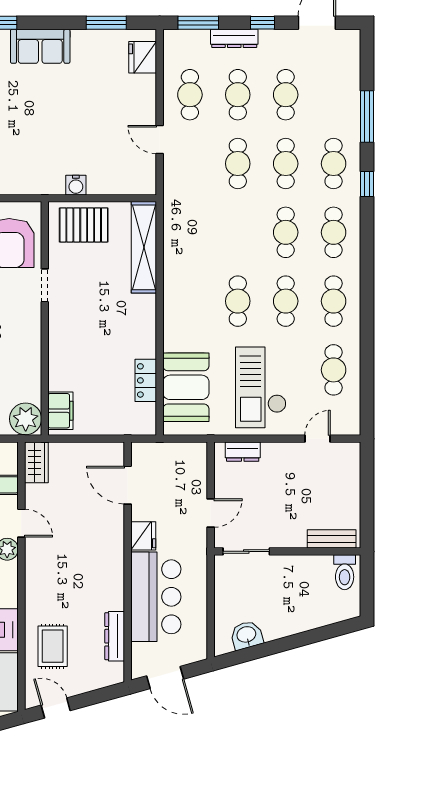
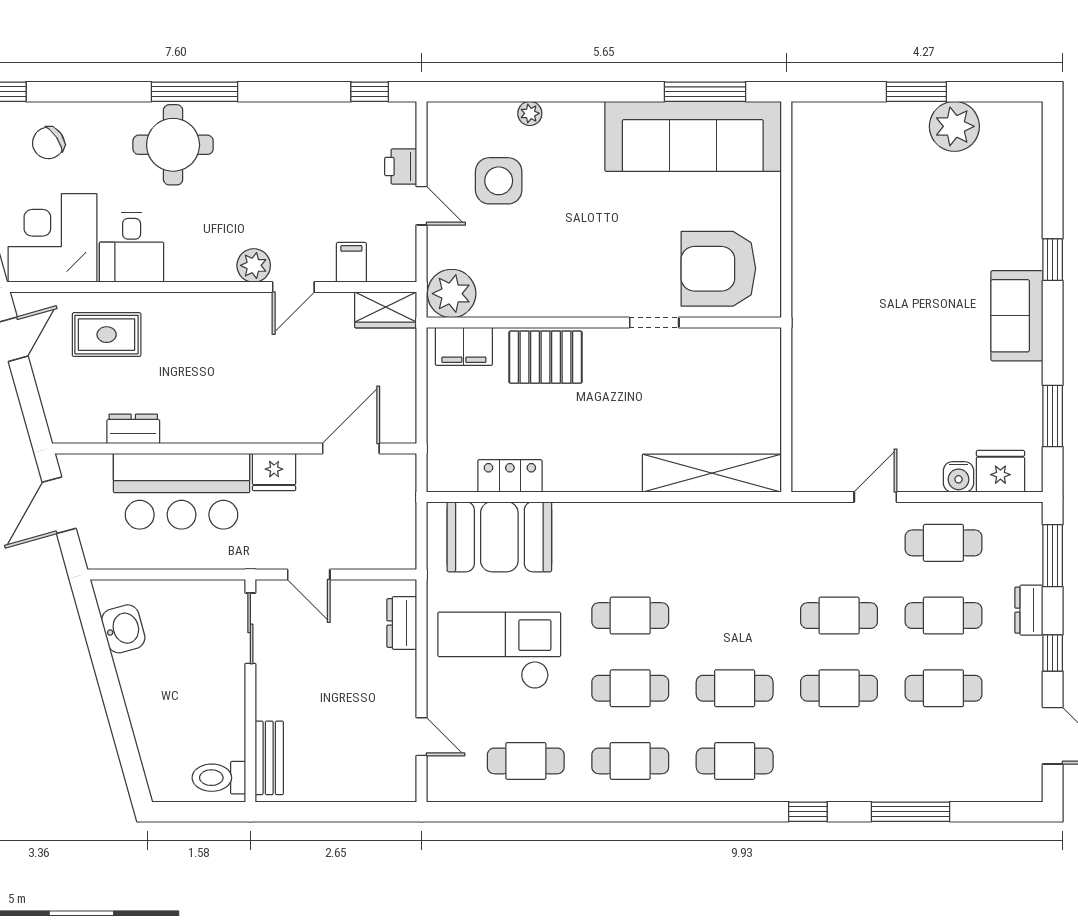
dresser: (234, 38) -> (1029, 610), width x0.70
cafe table: (334, 164) -> (839, 761), removed
water cooler: (76, 185) -> (959, 477), moved, turned -90
pallet: (84, 225) -> (545, 357), moved, turned 90
dresser: (115, 636) -> (133, 429), width x0.70

